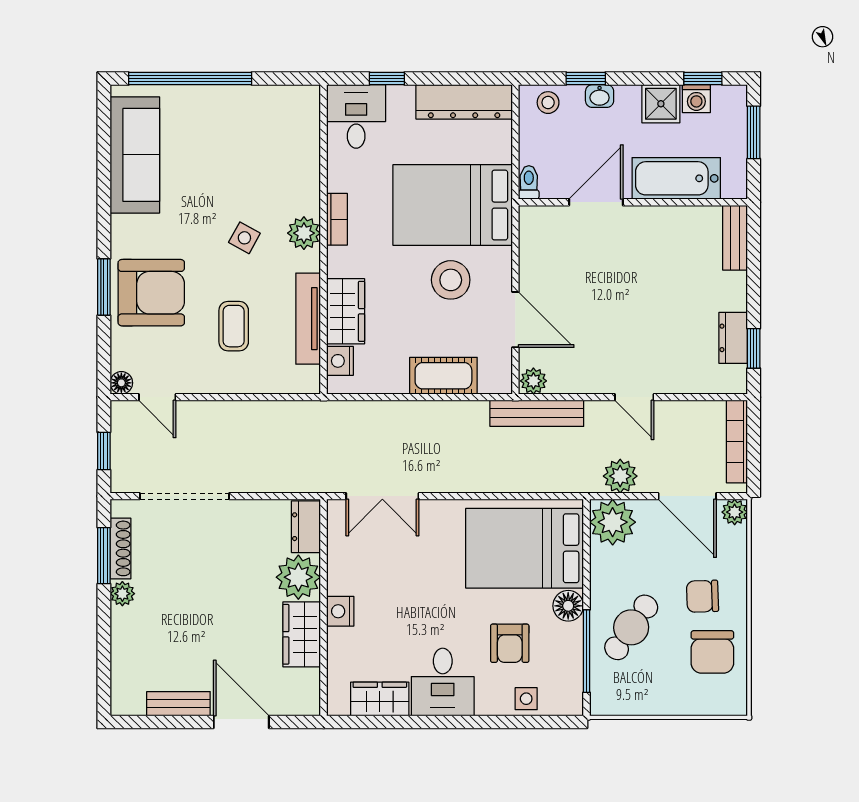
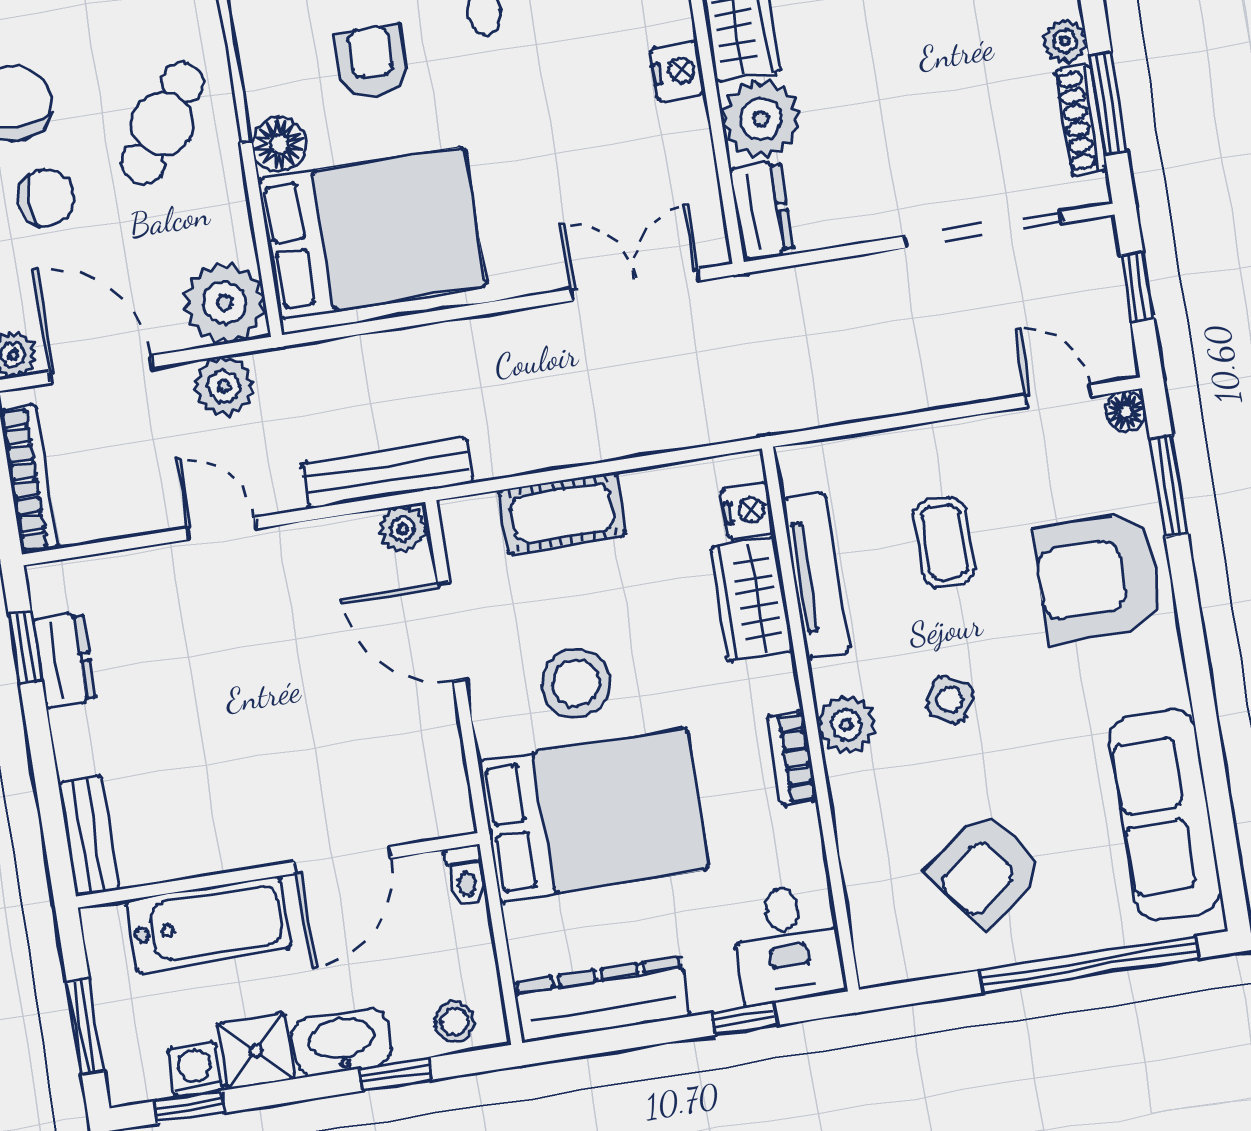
washbasin: (600, 96) -> (342, 1042), width x1.91, depth x1.45
armchair: (239, 140) -> (986, 870), added
window: (104, 287) -> (1169, 486), moved

